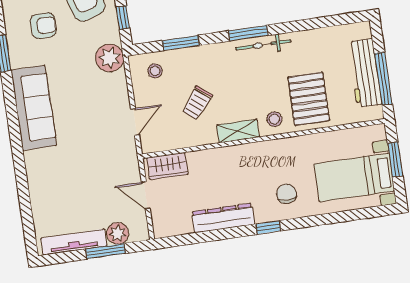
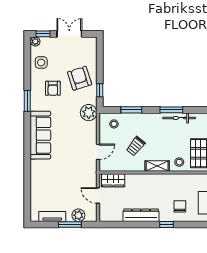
armchair: (43, 26) -> (53, 88), turned 90
tv unit: (74, 242) -> (52, 216), width x0.71

